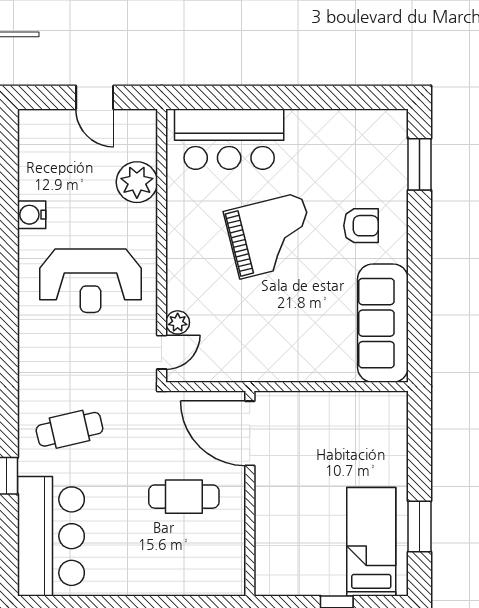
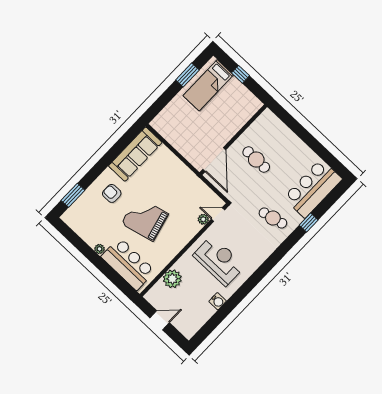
door: (95, 97) -> (160, 320), hinge flipped
plant: (297, 120) -> (99, 249), added

